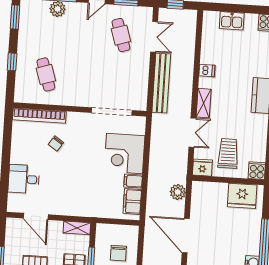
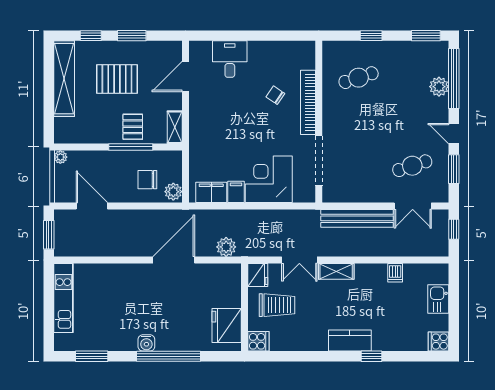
dishwasher: (207, 71) -> (395, 273), moved
bookcase: (39, 116) -> (308, 102), moved
plant: (130, 232) -> (173, 192), added

